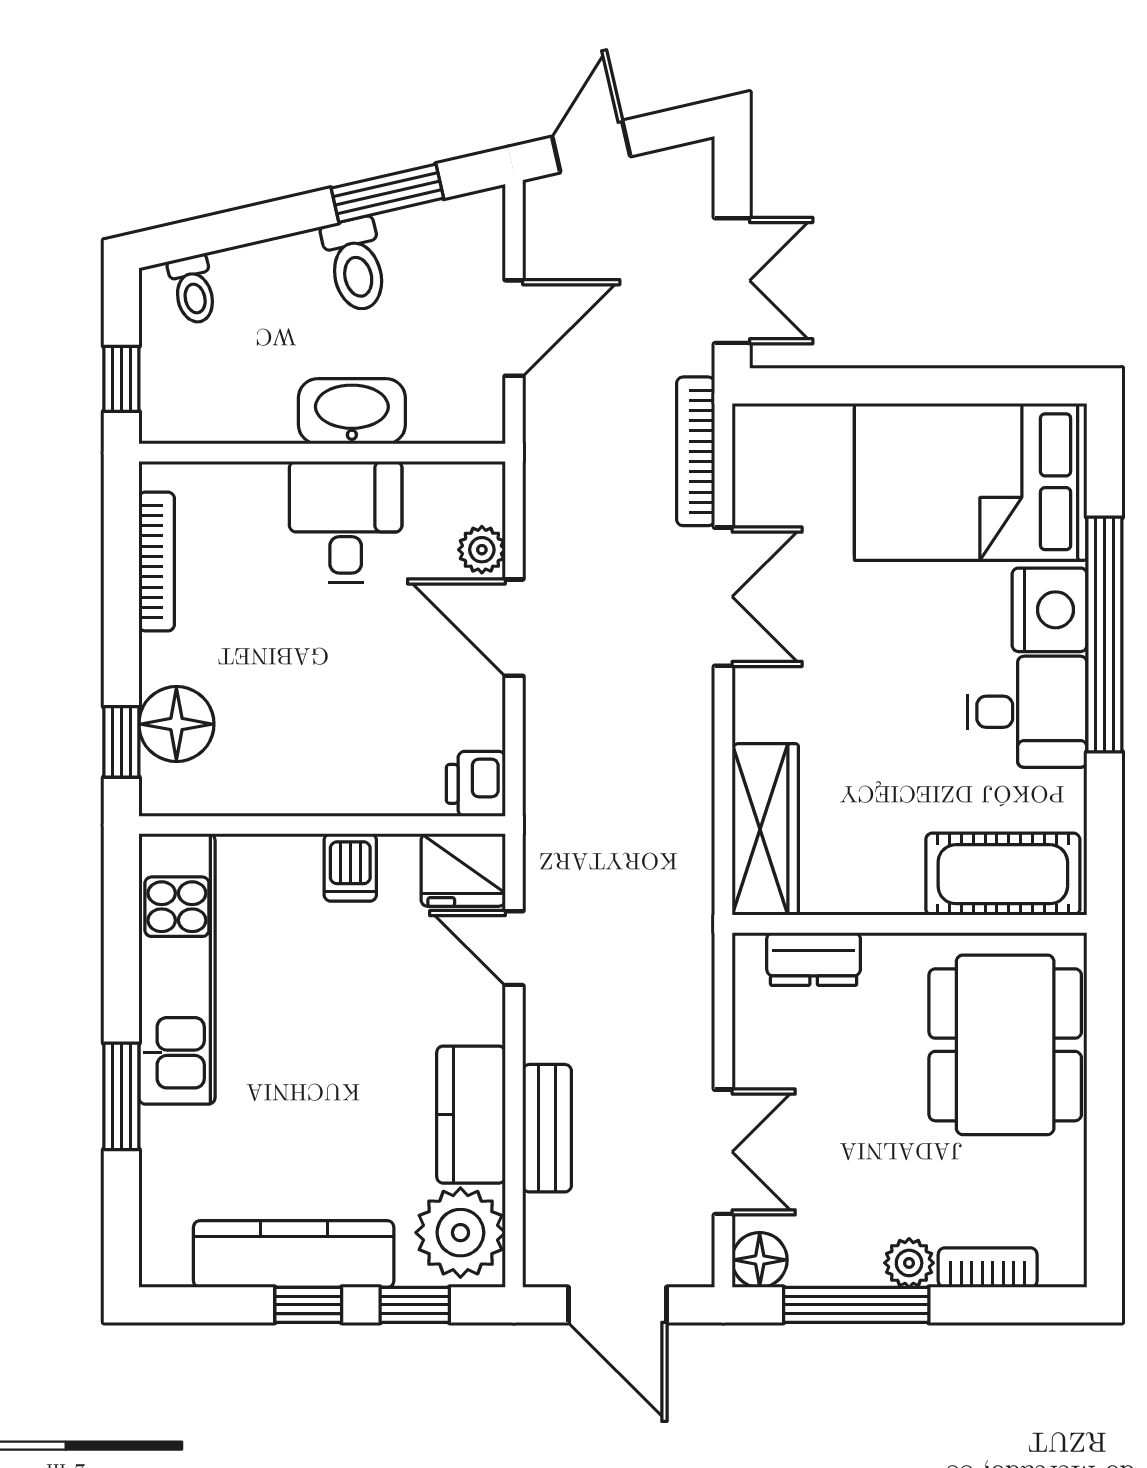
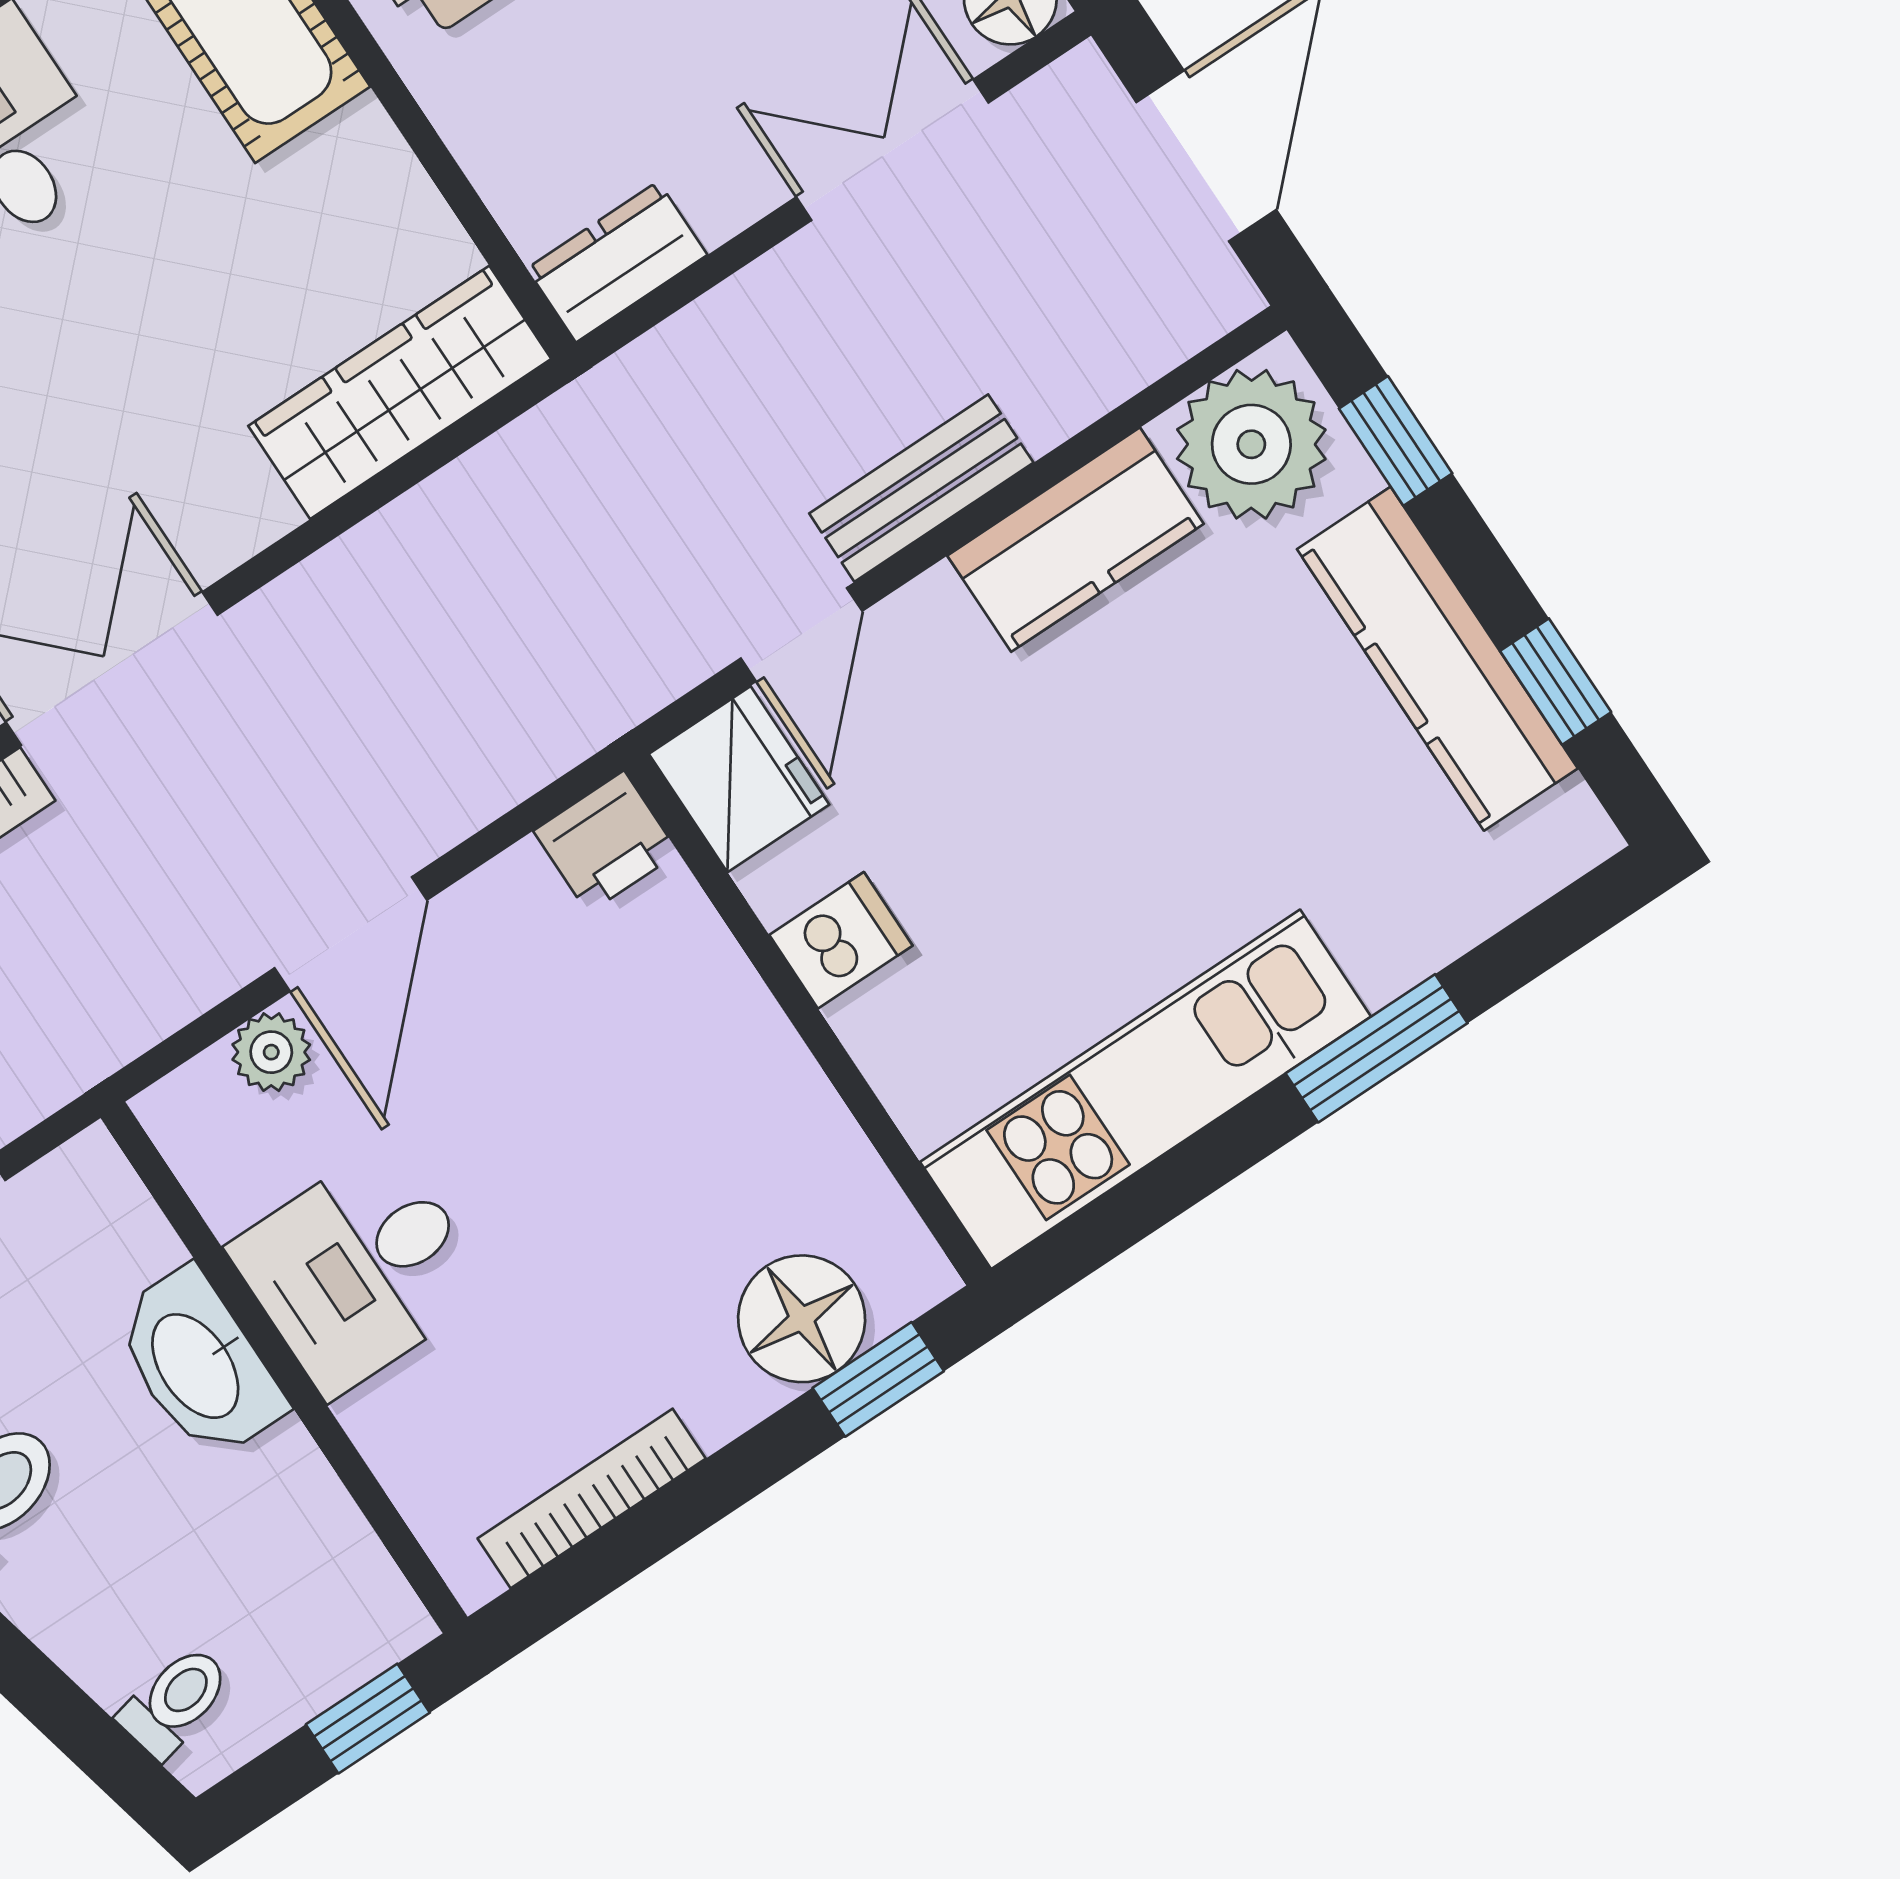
dresser: (814, 959) -> (617, 262), moved, turned -90
bench: (547, 1128) -> (921, 488), moved
window: (308, 1305) -> (1556, 682), moved

